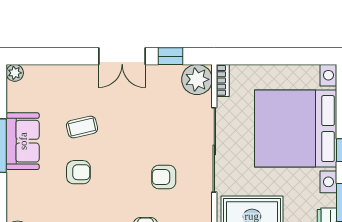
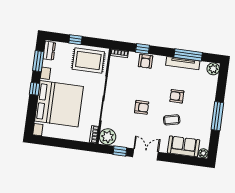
sofa: (23, 141) -> (184, 146), moved, turned 90
armchair: (164, 177) -> (142, 107), moved

